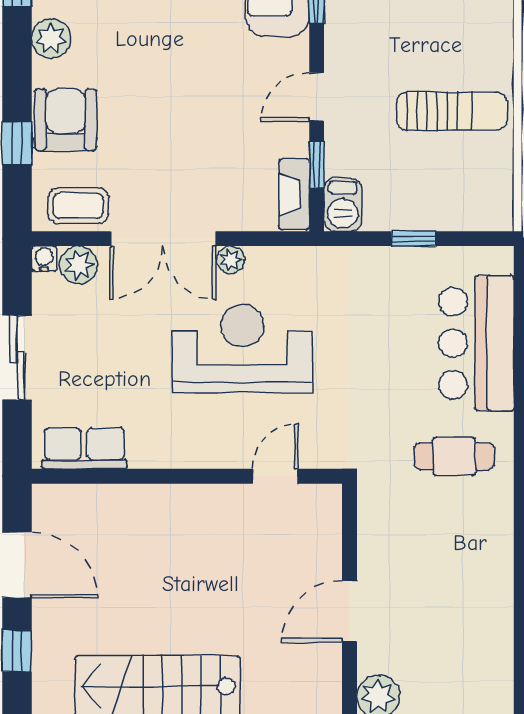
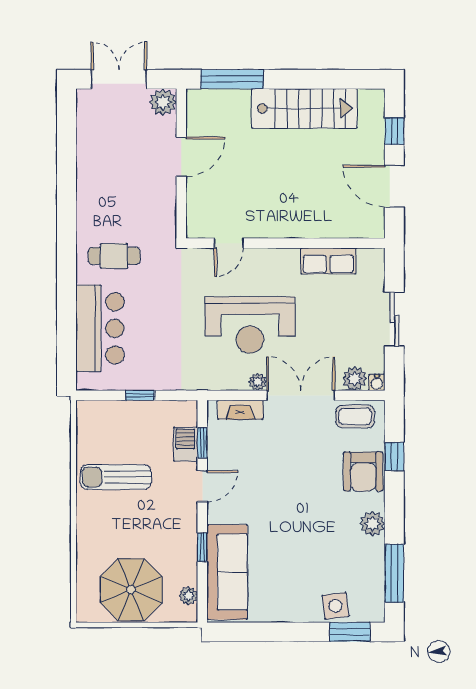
fireplace: (294, 194) -> (240, 410), moved, turned 90
barbecue: (343, 205) -> (186, 444), moved
row of seats: (84, 448) -> (328, 261), moved

